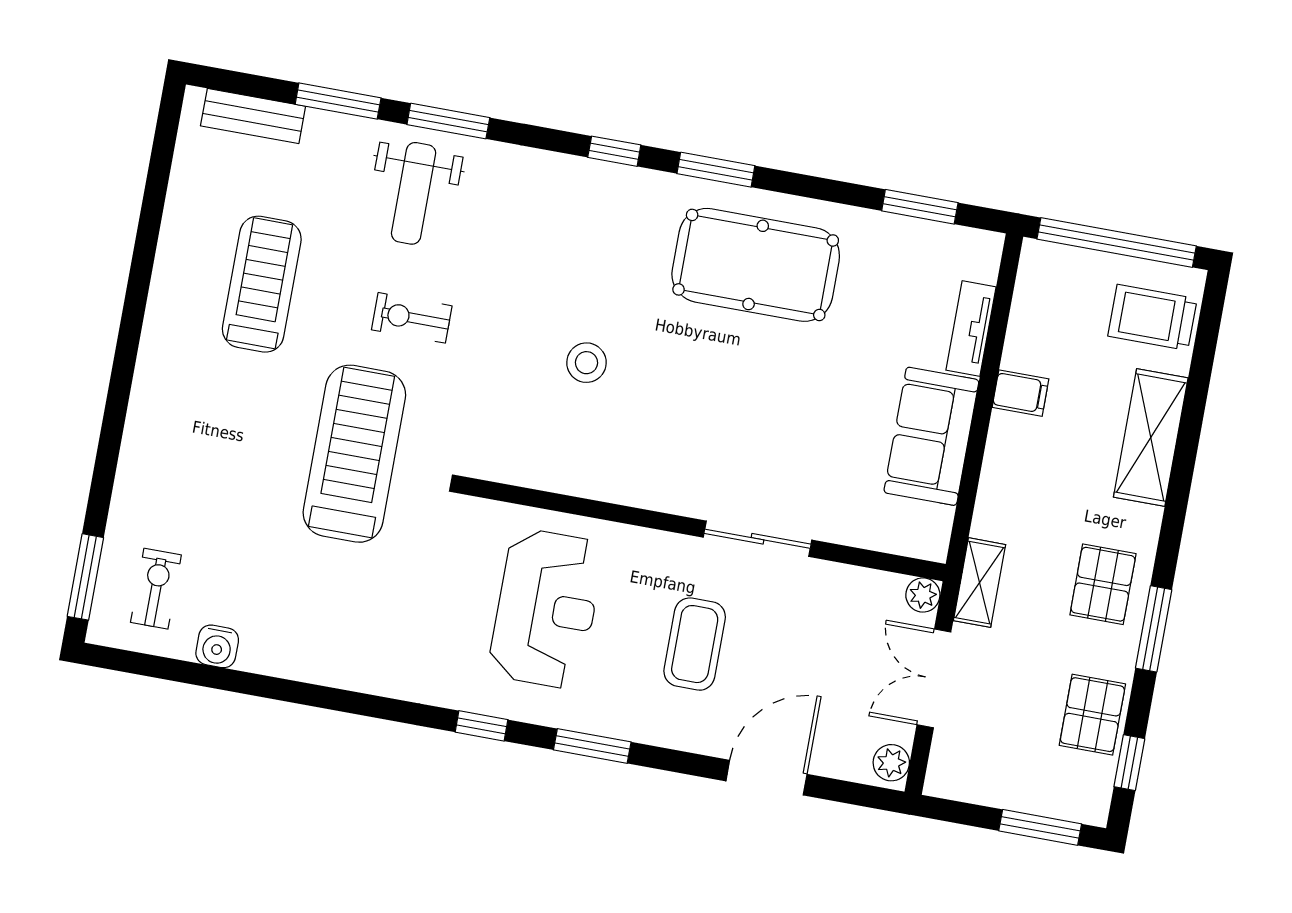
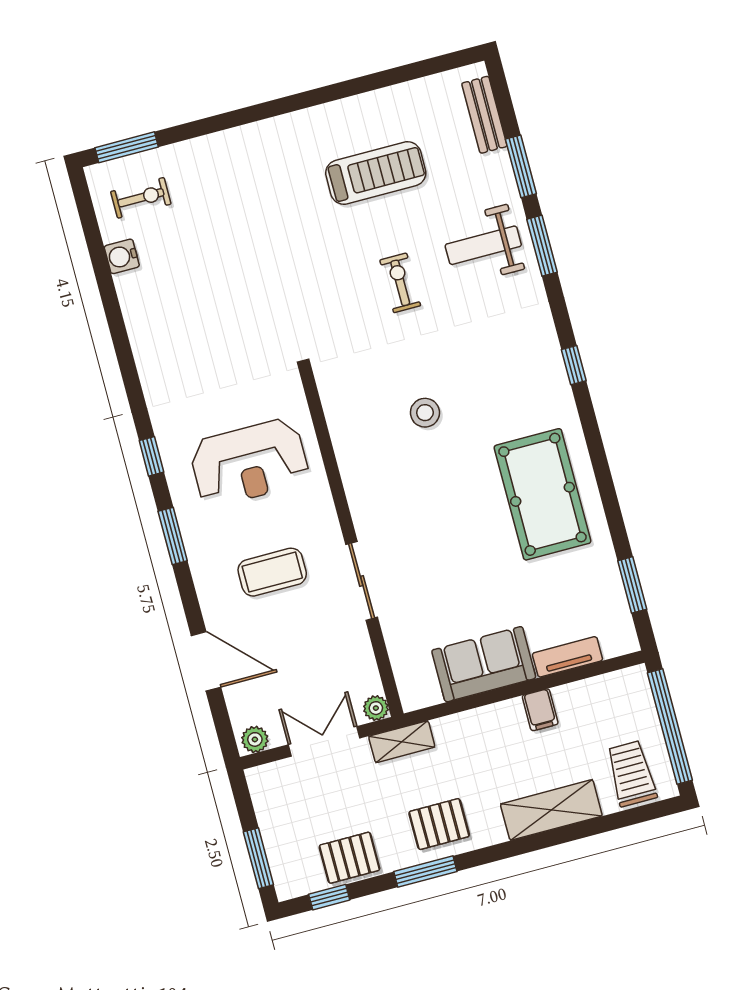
window: (716, 170) -> (593, 438), removed
treadmill: (354, 454) -> (292, 287), removed

